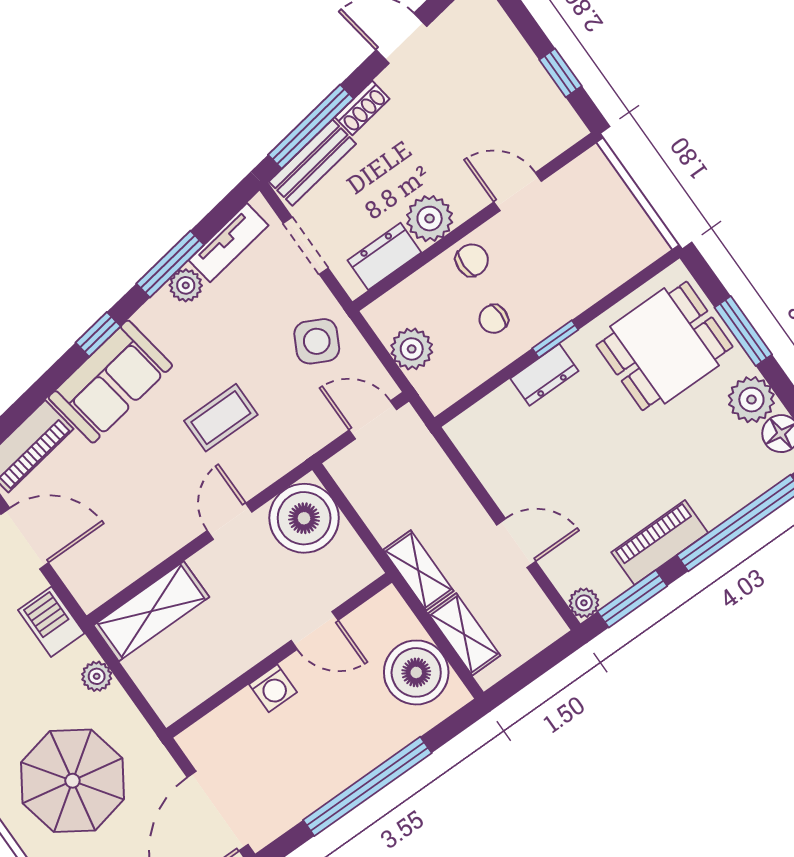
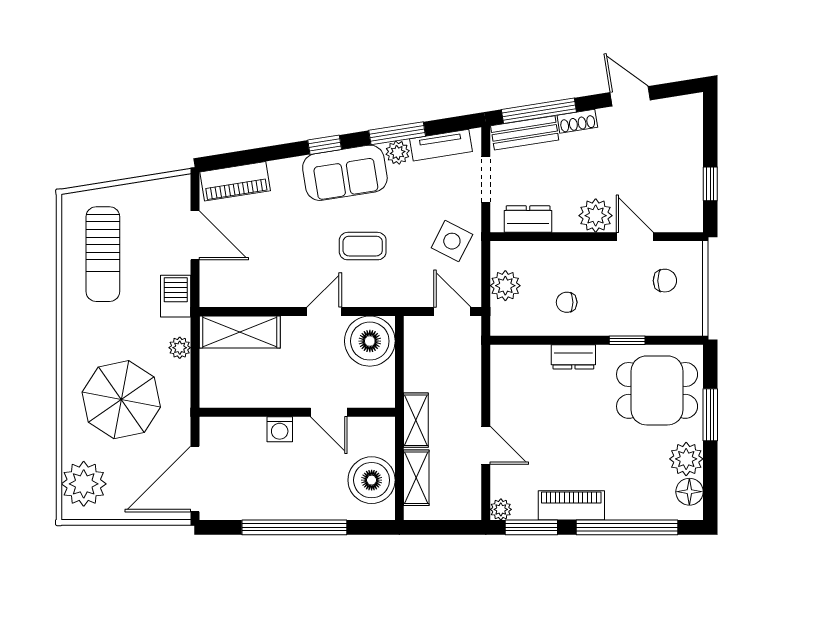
plant: (430, 219) -> (596, 216), moved
chair: (472, 260) -> (665, 281), moved
window: (555, 339) -> (627, 340), moved
sofa: (110, 382) -> (345, 173), moved

